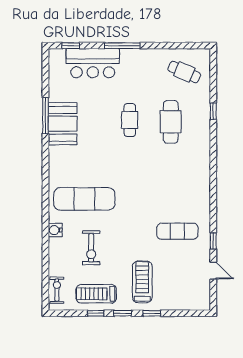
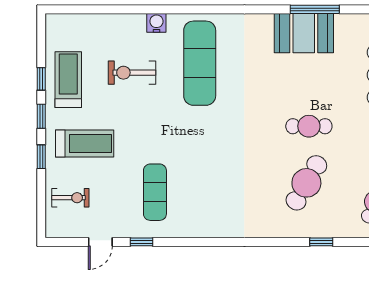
cafe table: (171, 122) -> (306, 183), turned -60
exercise bike: (57, 290) -> (70, 198), moved

